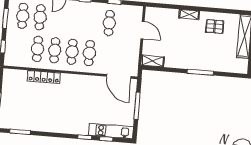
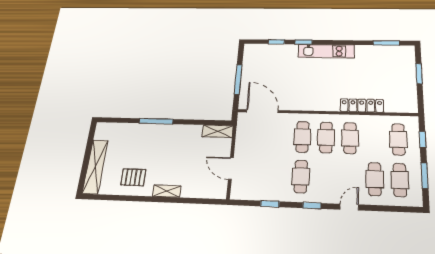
cafe table: (109, 23) -> (301, 177), moved
cafe table: (37, 49) -> (398, 139), moved
kitchen unit: (111, 131) -> (326, 51), moved

